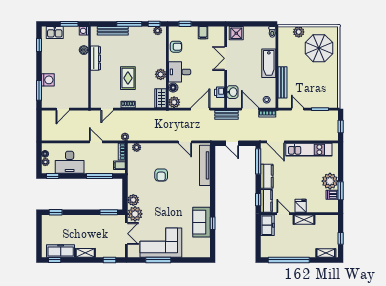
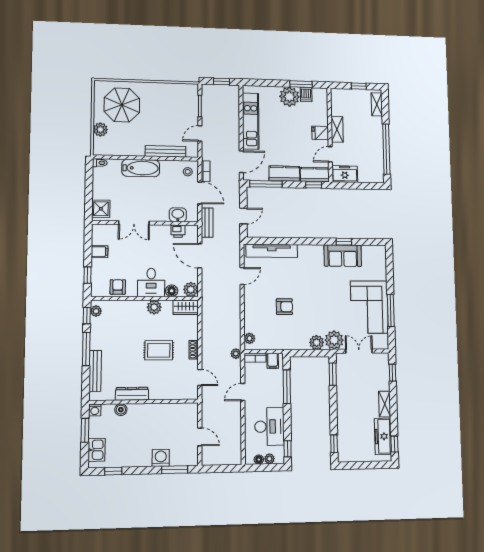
door: (250, 109) -> (200, 193), swing flipped

